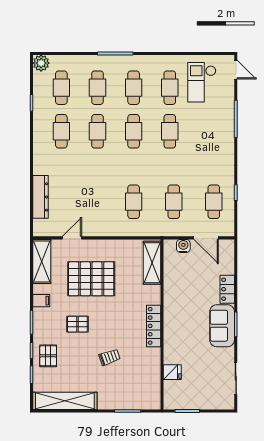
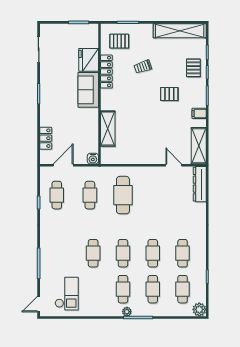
plant: (129, 60) -> (127, 312), added
door: (236, 70) -> (39, 304), hinge flipped
cafe table: (170, 88) -> (93, 289), removed
dresser: (41, 197) -> (200, 184), moved
cafe table: (134, 202) -> (123, 195), width x1.37, depth x1.35
door: (72, 238) -> (174, 165), swing flipped
door: (206, 238) -> (63, 165), hinge flipped
water cooler: (183, 246) -> (93, 159), moved
shelving: (152, 263) -> (108, 129), moved
pallet: (91, 279) -> (119, 41), moved, width x0.49, depth x0.50
locker: (227, 289) -> (46, 138), moved
locker: (154, 326) -> (106, 72), moved
sofa: (222, 326) -> (88, 90), moved, turned 180
fridge: (172, 372) -> (89, 60), width x1.88, depth x1.34

